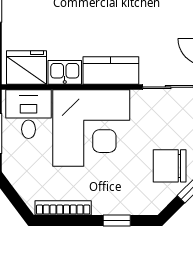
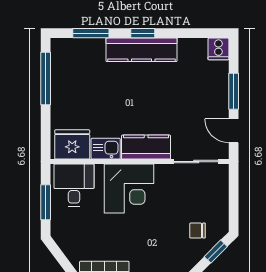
corner desk: (91, 128) -> (129, 189), width x0.74, depth x0.74
chair: (170, 166) -> (198, 231), width x0.54, depth x0.54

